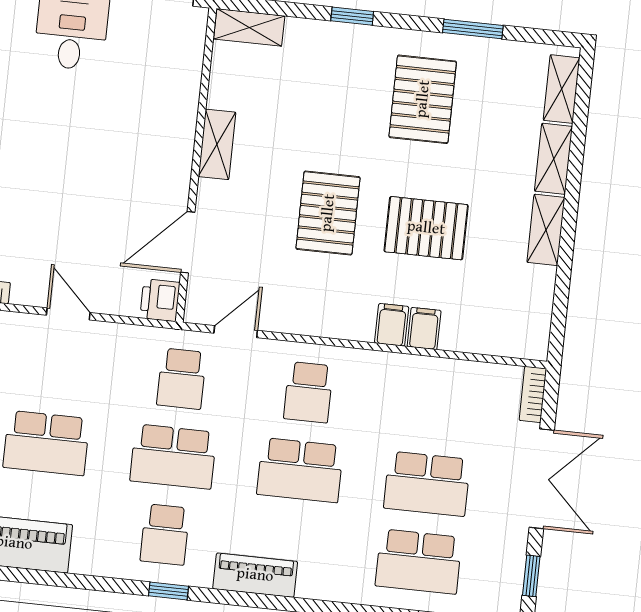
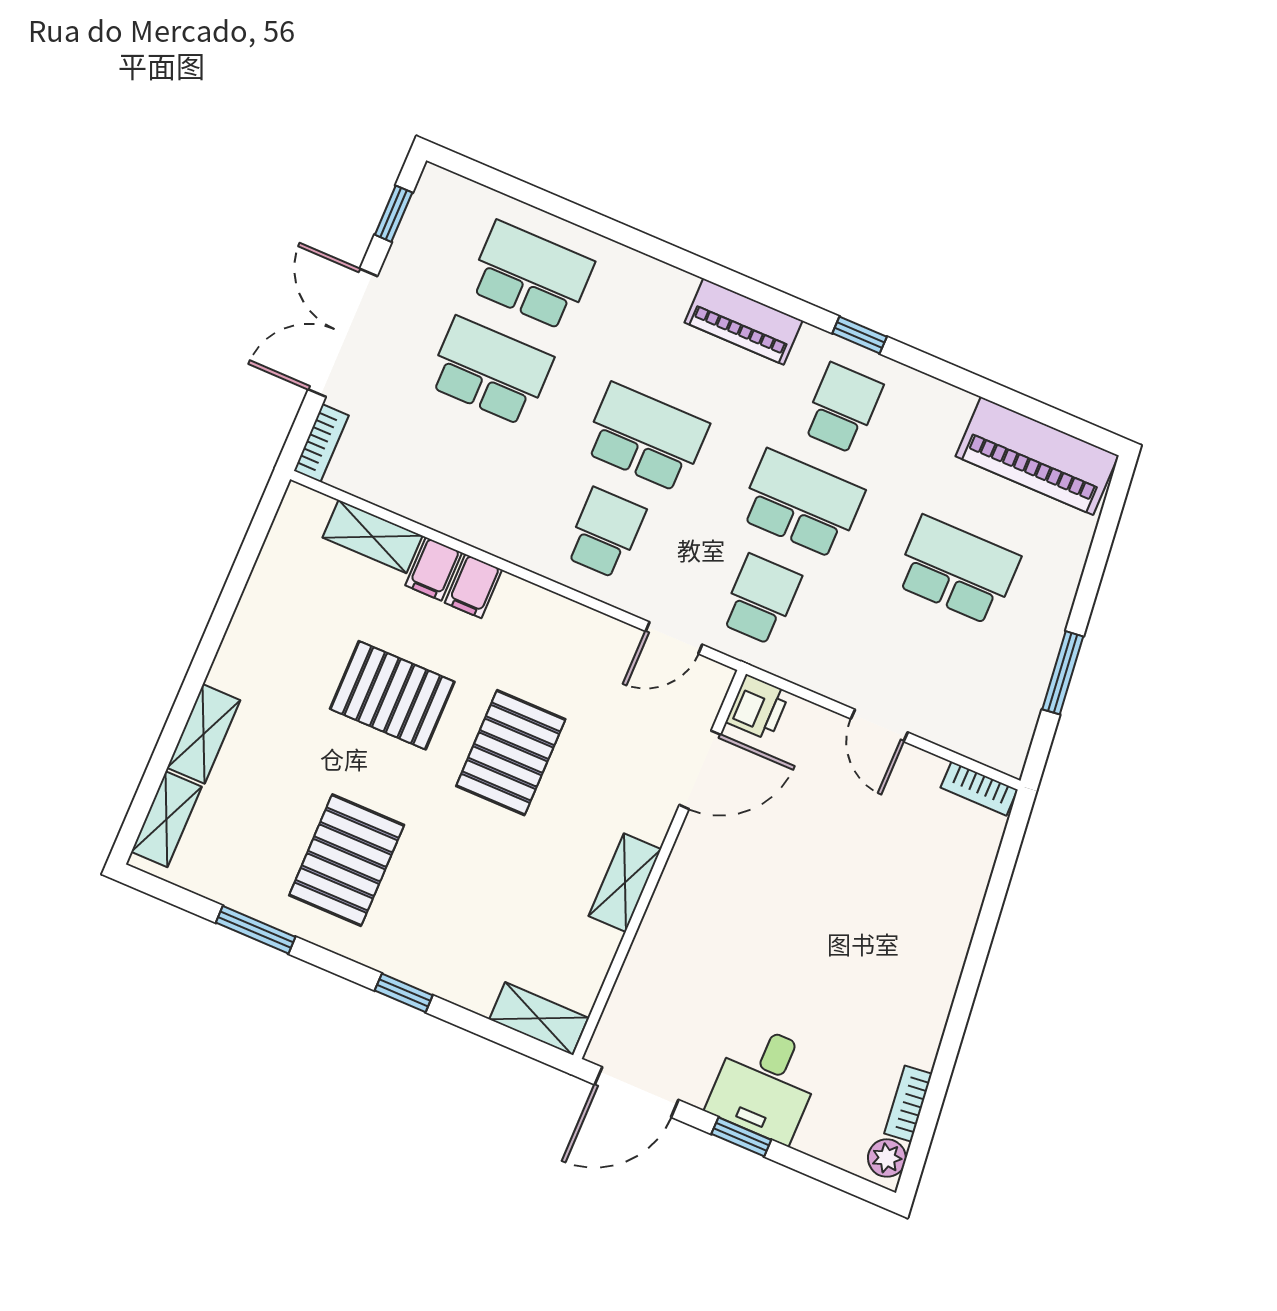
shelving: (546, 230) -> (372, 537), moved, turned 90

